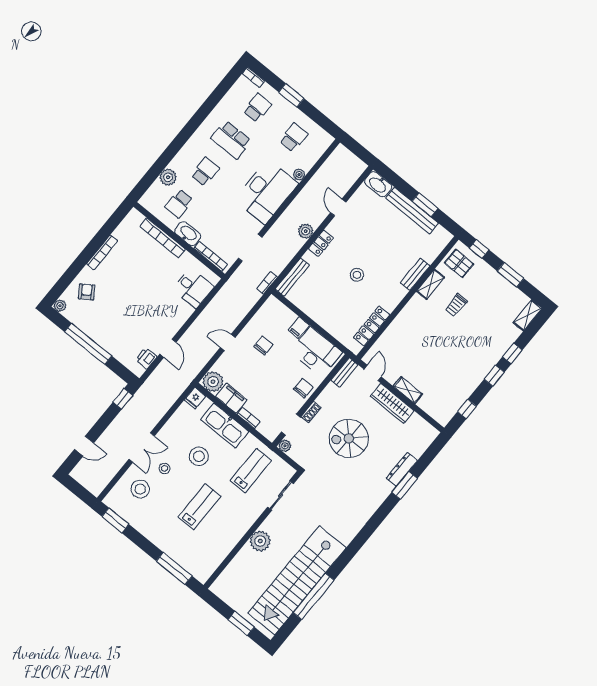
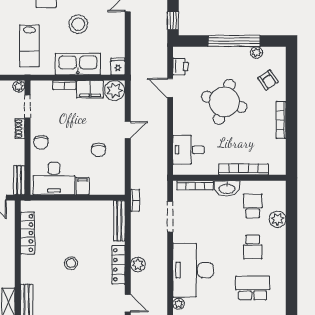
locker: (321, 243) -> (119, 265), width x1.53
round table: (135, 303) -> (224, 102), added
plant: (60, 306) -> (256, 53), moved

